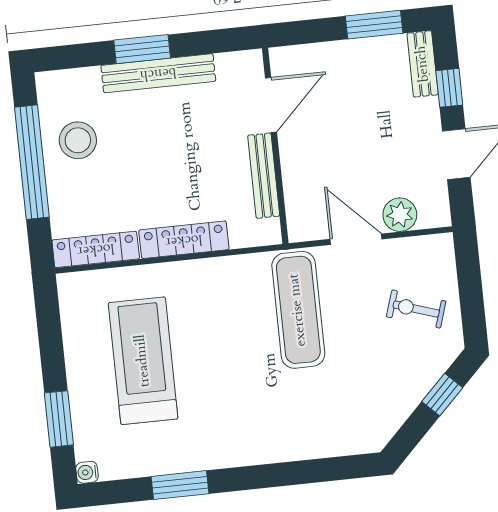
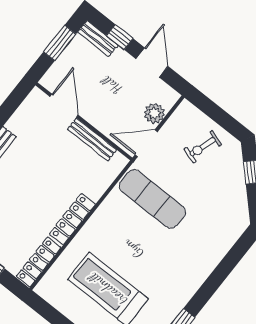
door: (271, 105) -> (64, 106), moved
wall: (275, 146) -> (84, 121), moved
bench: (264, 176) -> (92, 139), moved

